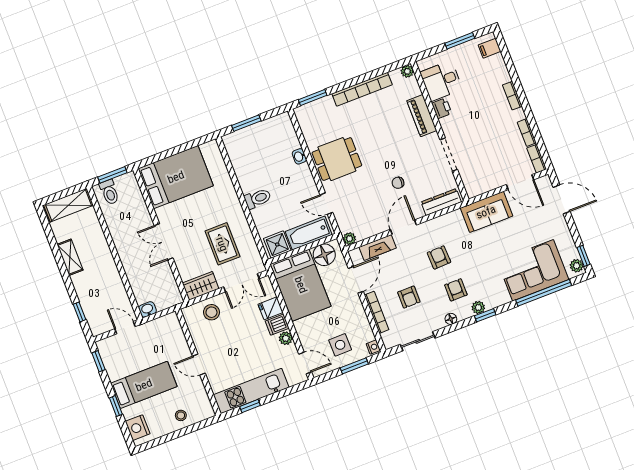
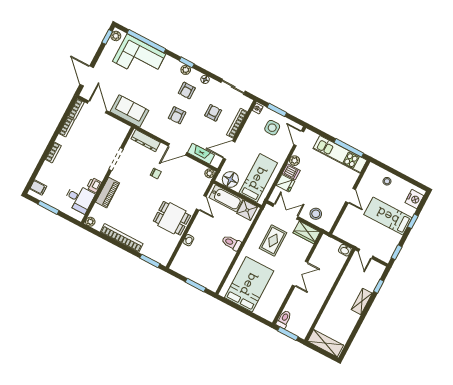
bed: (176, 177) -> (249, 284), moved, turned 90
toilet: (109, 192) -> (284, 319), moved
shelving: (70, 257) -> (362, 301), moved
bed: (301, 285) -> (258, 178), width x0.67
window: (250, 406) -> (349, 148), width x2.17

